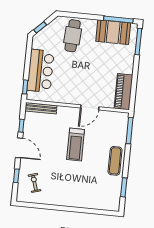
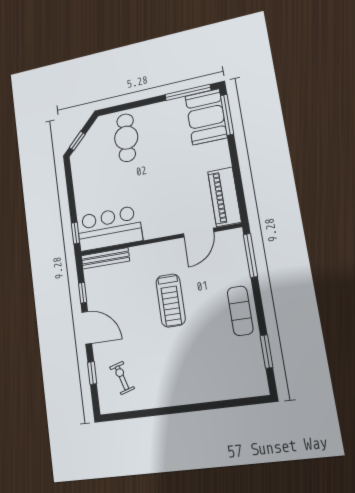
booth: (113, 32) -> (206, 117), moved, turned 90
bar counter: (41, 71) -> (109, 228), moved, turned -90
door: (90, 107) -> (199, 233), moved

